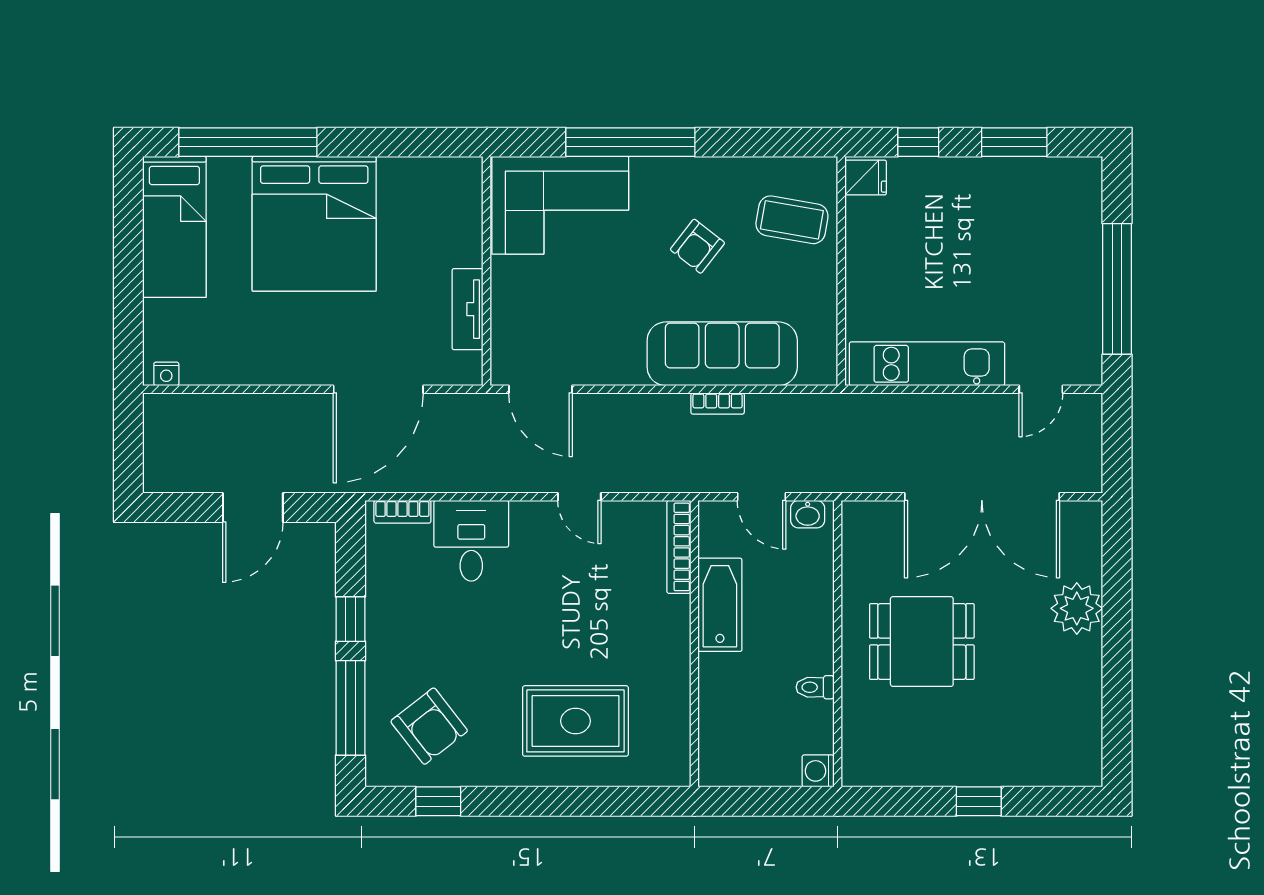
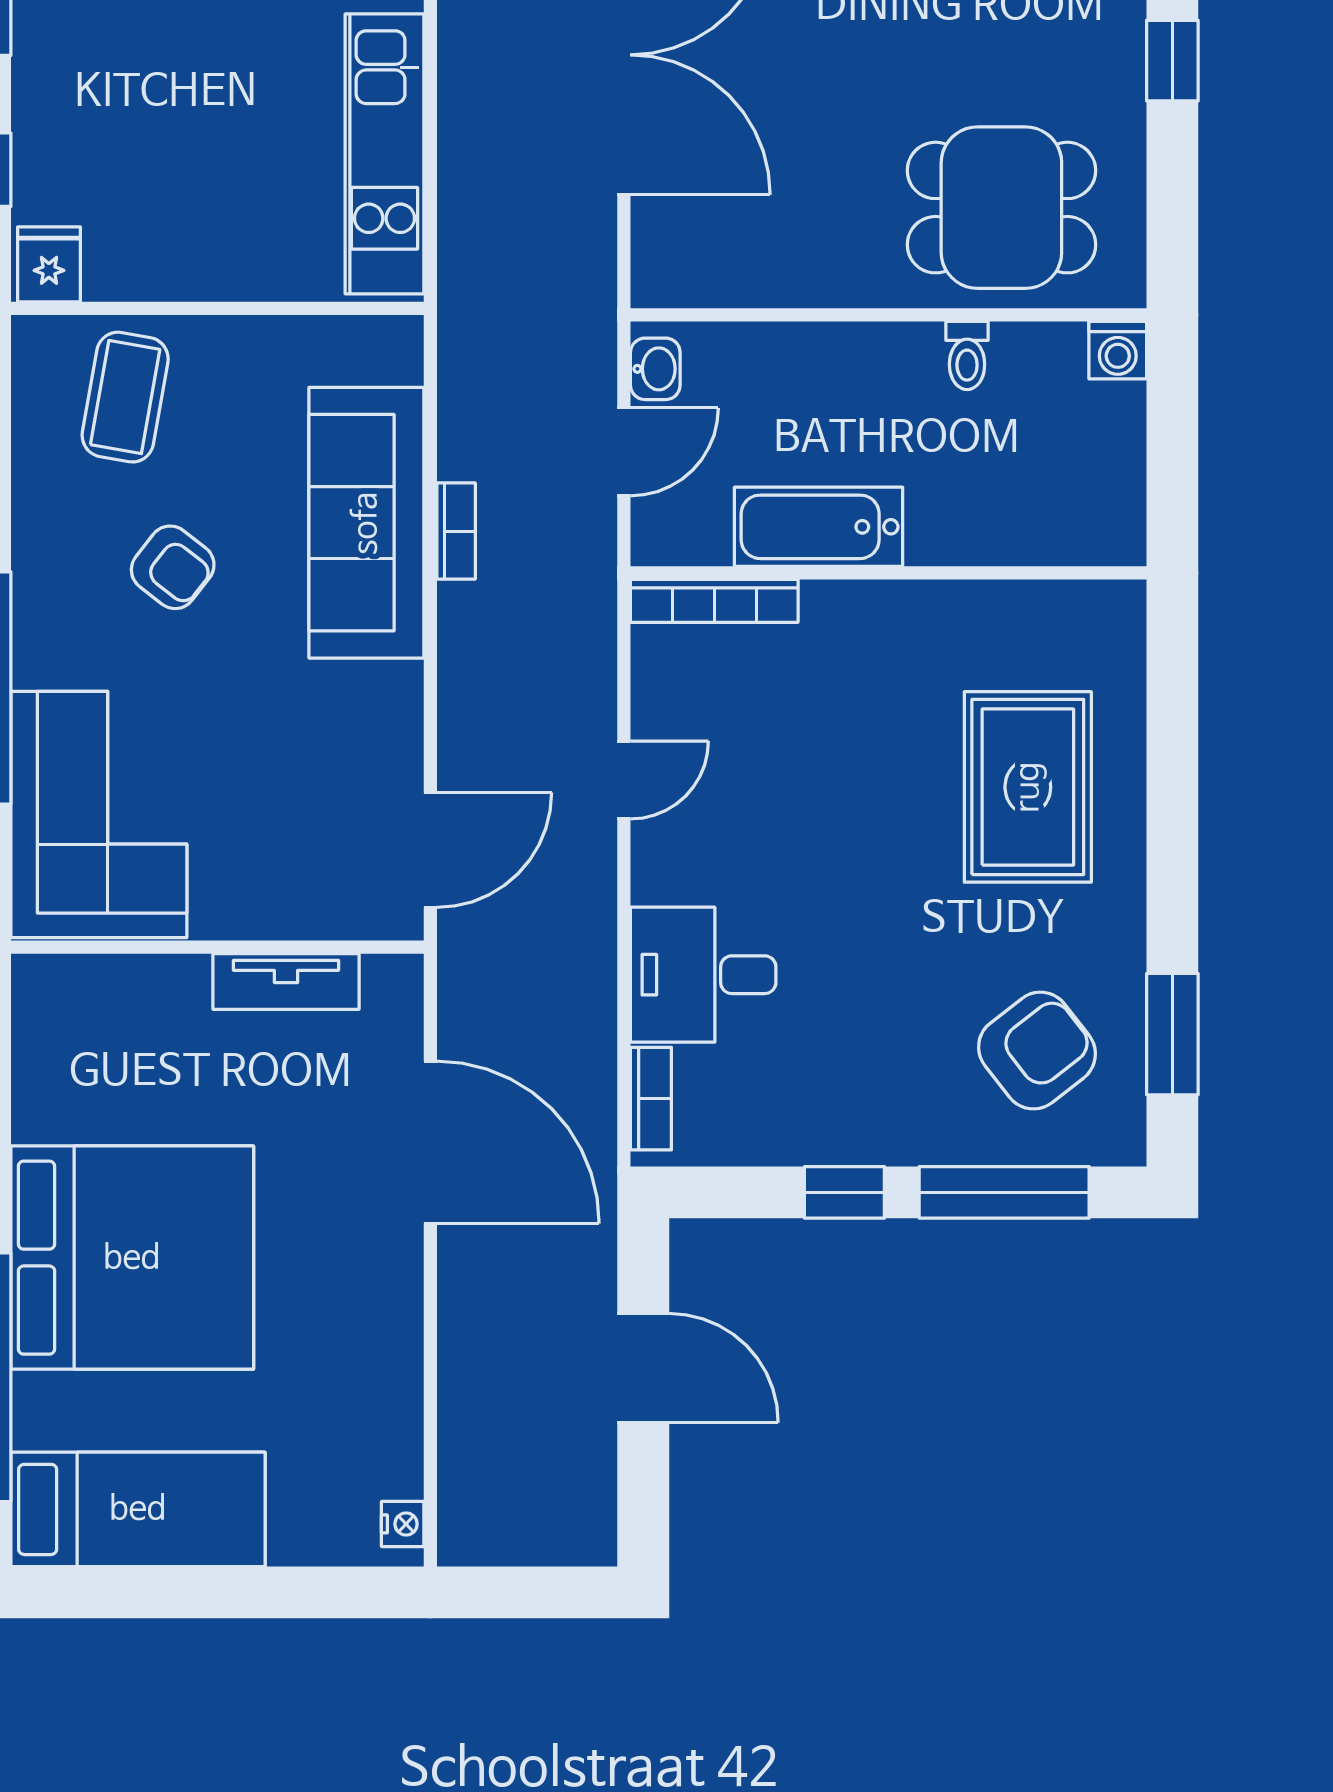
dining table: (922, 642) -> (1001, 208), moved, turned 90
window: (438, 801) -> (1172, 1034), width x1.50

